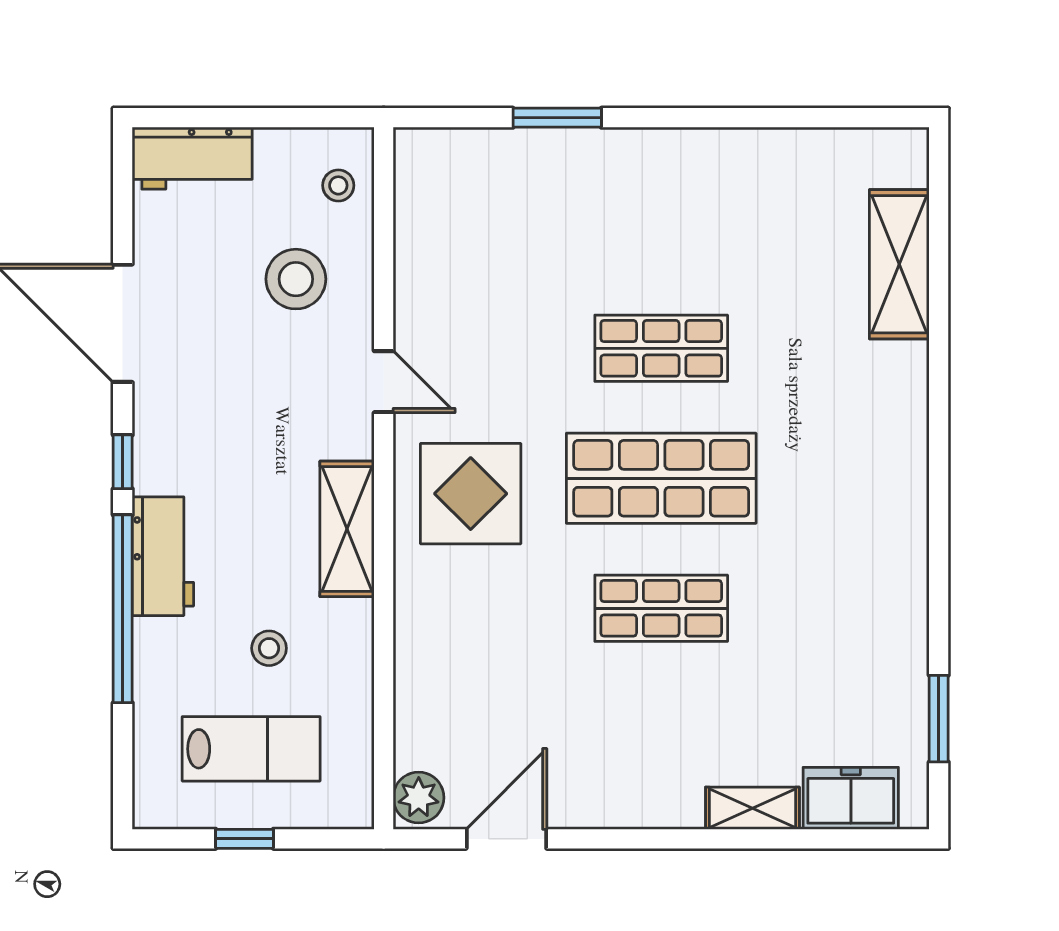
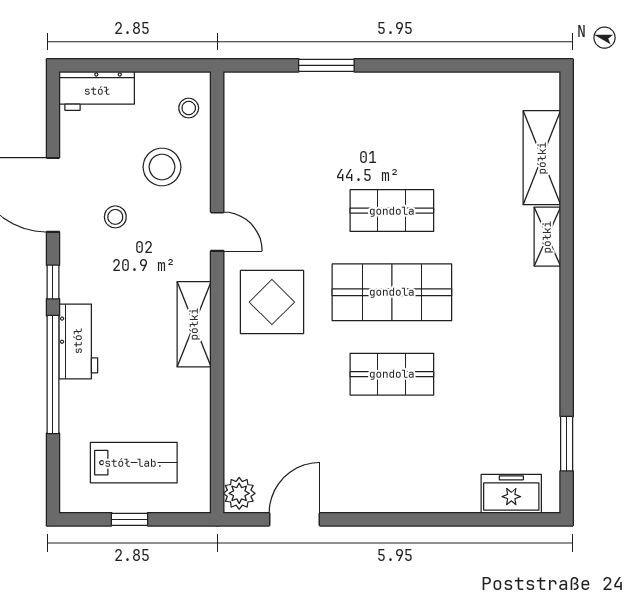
stool: (269, 648) -> (115, 217), moved
shelving: (752, 808) -> (547, 237), moved, turned 90

